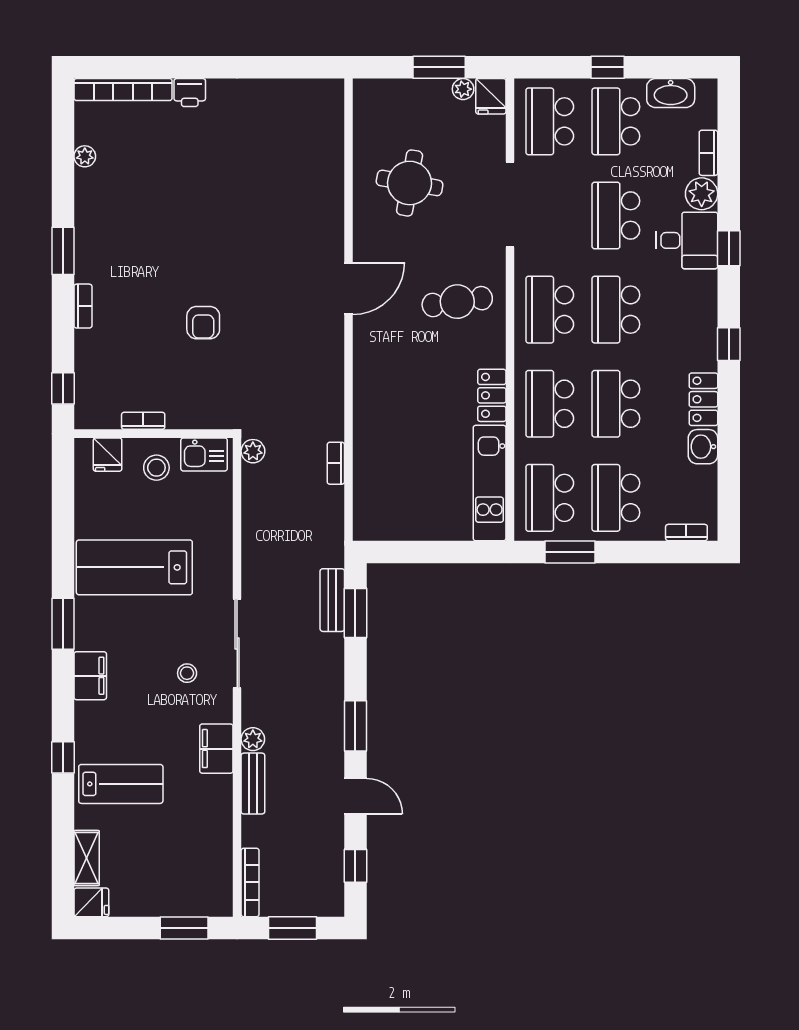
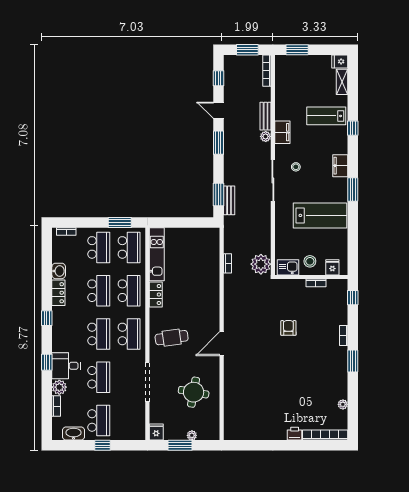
plant: (463, 89) -> (192, 435), moved
school desk: (550, 121) -> (129, 420), removed
plant: (253, 451) -> (261, 264), width x1.88, depth x1.88

